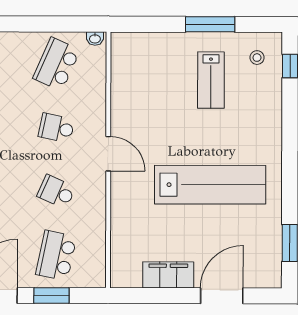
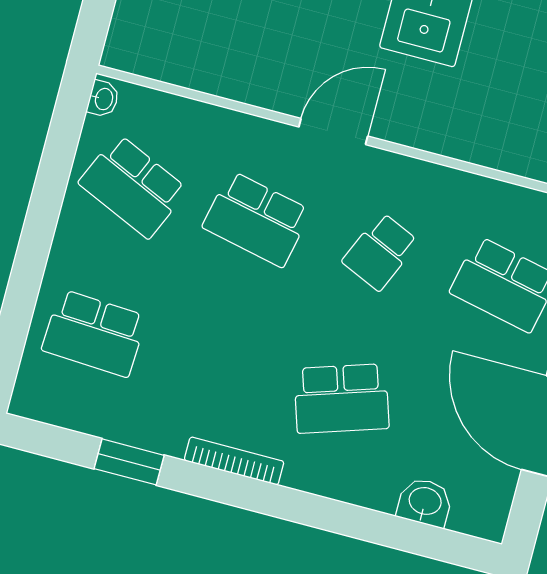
school desk: (56, 128) -> (257, 219), width x1.85

